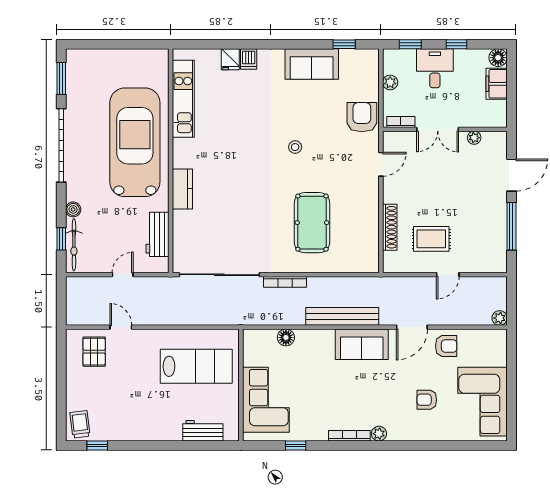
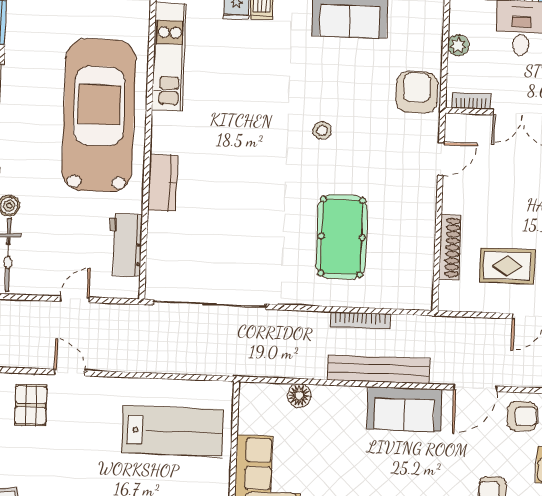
bookcase: (285, 282) -> (360, 320), moved

